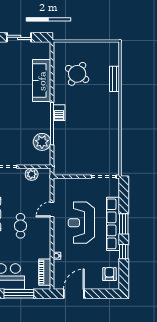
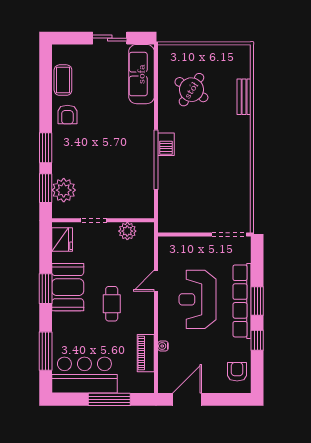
sofa: (42, 81) -> (141, 74), moved
plant: (42, 142) -> (142, 186), removed
piano: (45, 272) -> (146, 353), moved

